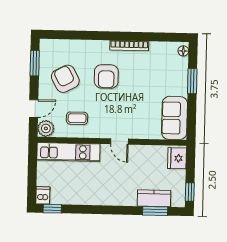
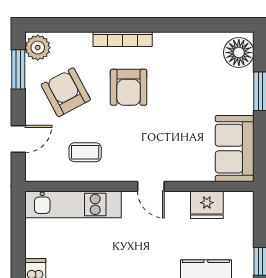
bookcase: (129, 46) -> (123, 39), moved
floor lamp: (183, 51) -> (239, 53), width x1.89, depth x1.89
plant: (46, 128) -> (38, 48), moved
fridge: (177, 158) -> (207, 205), moved, turned -90

